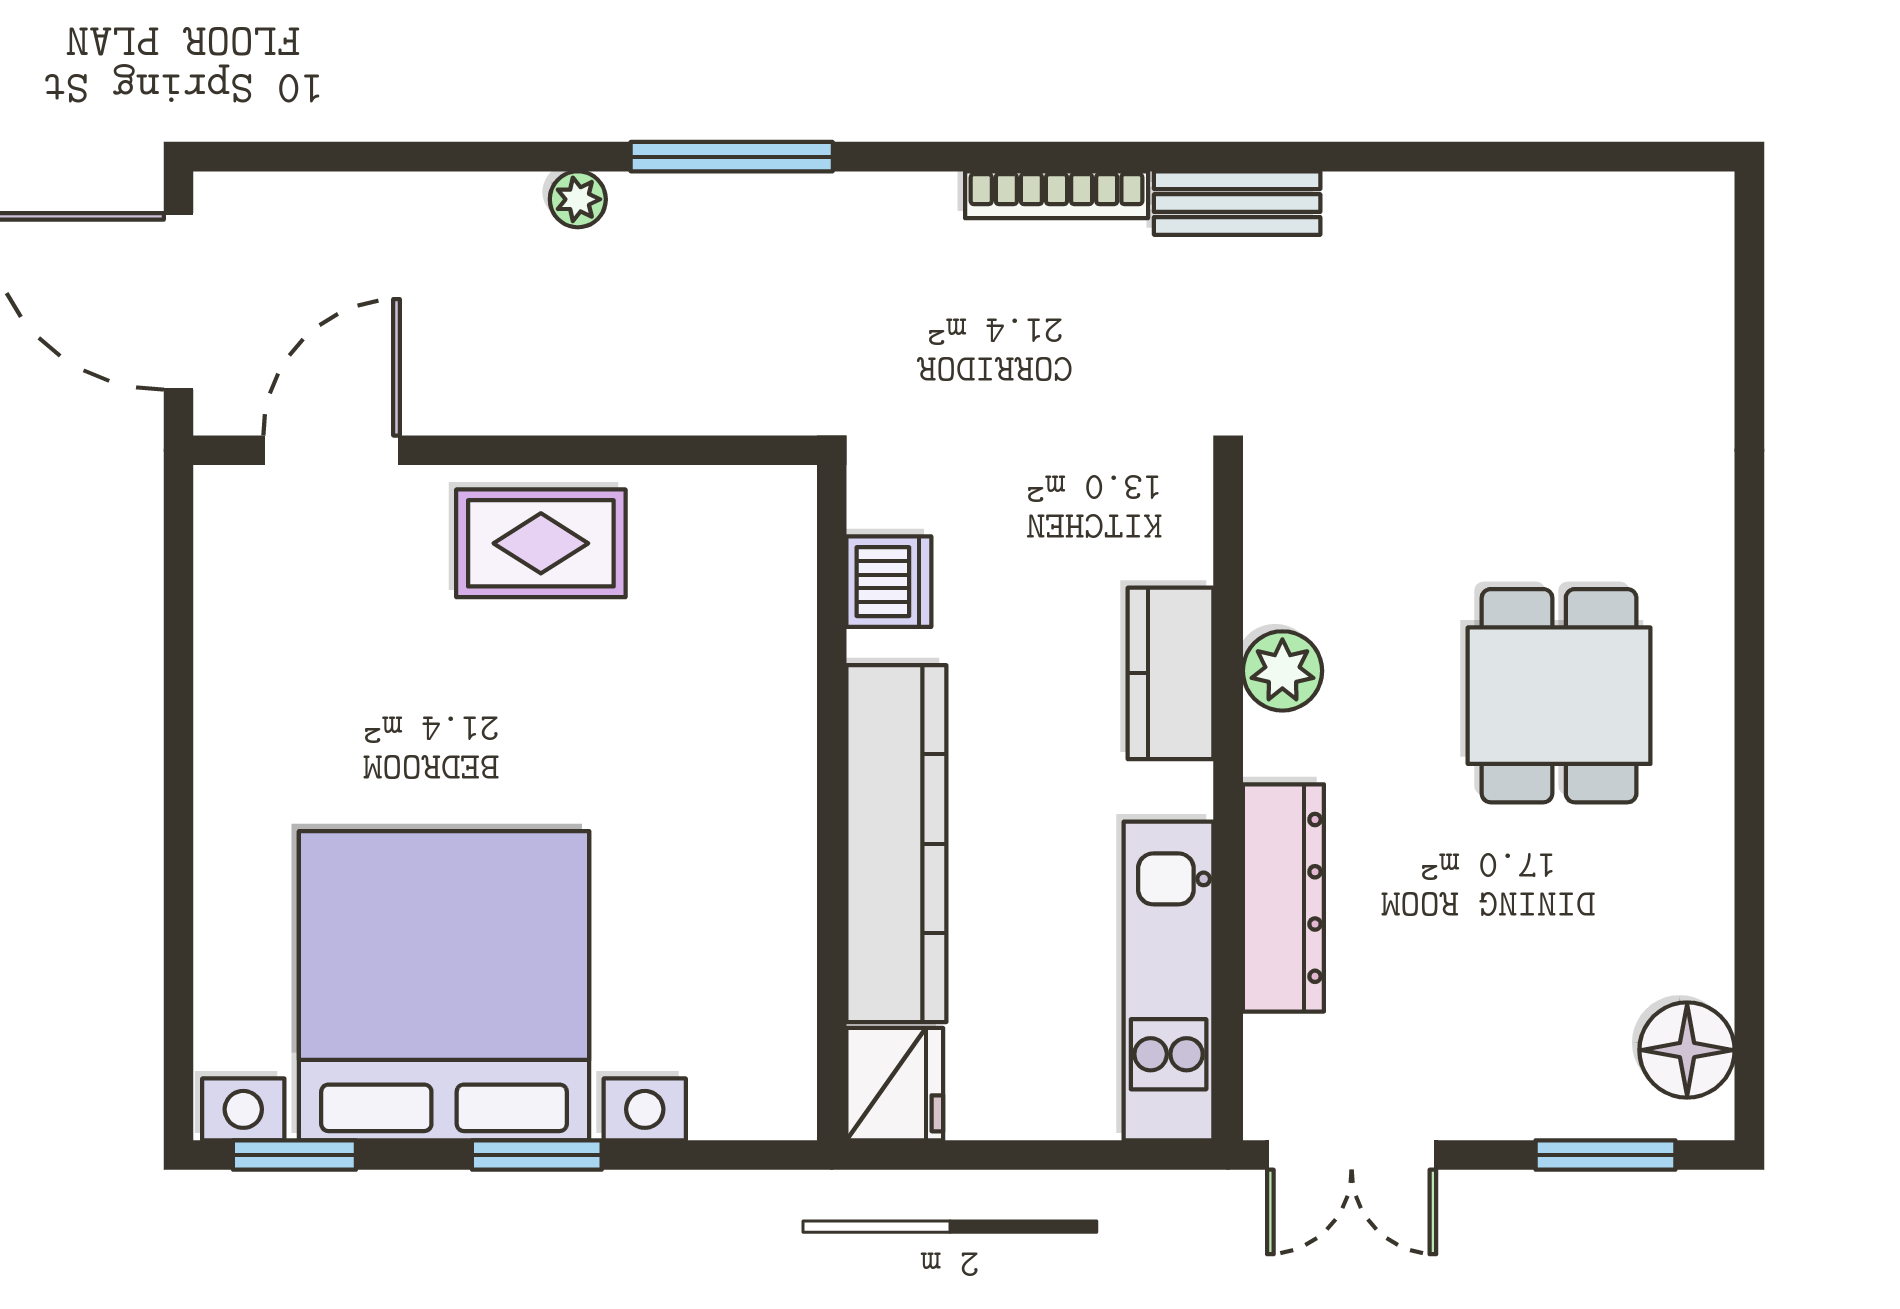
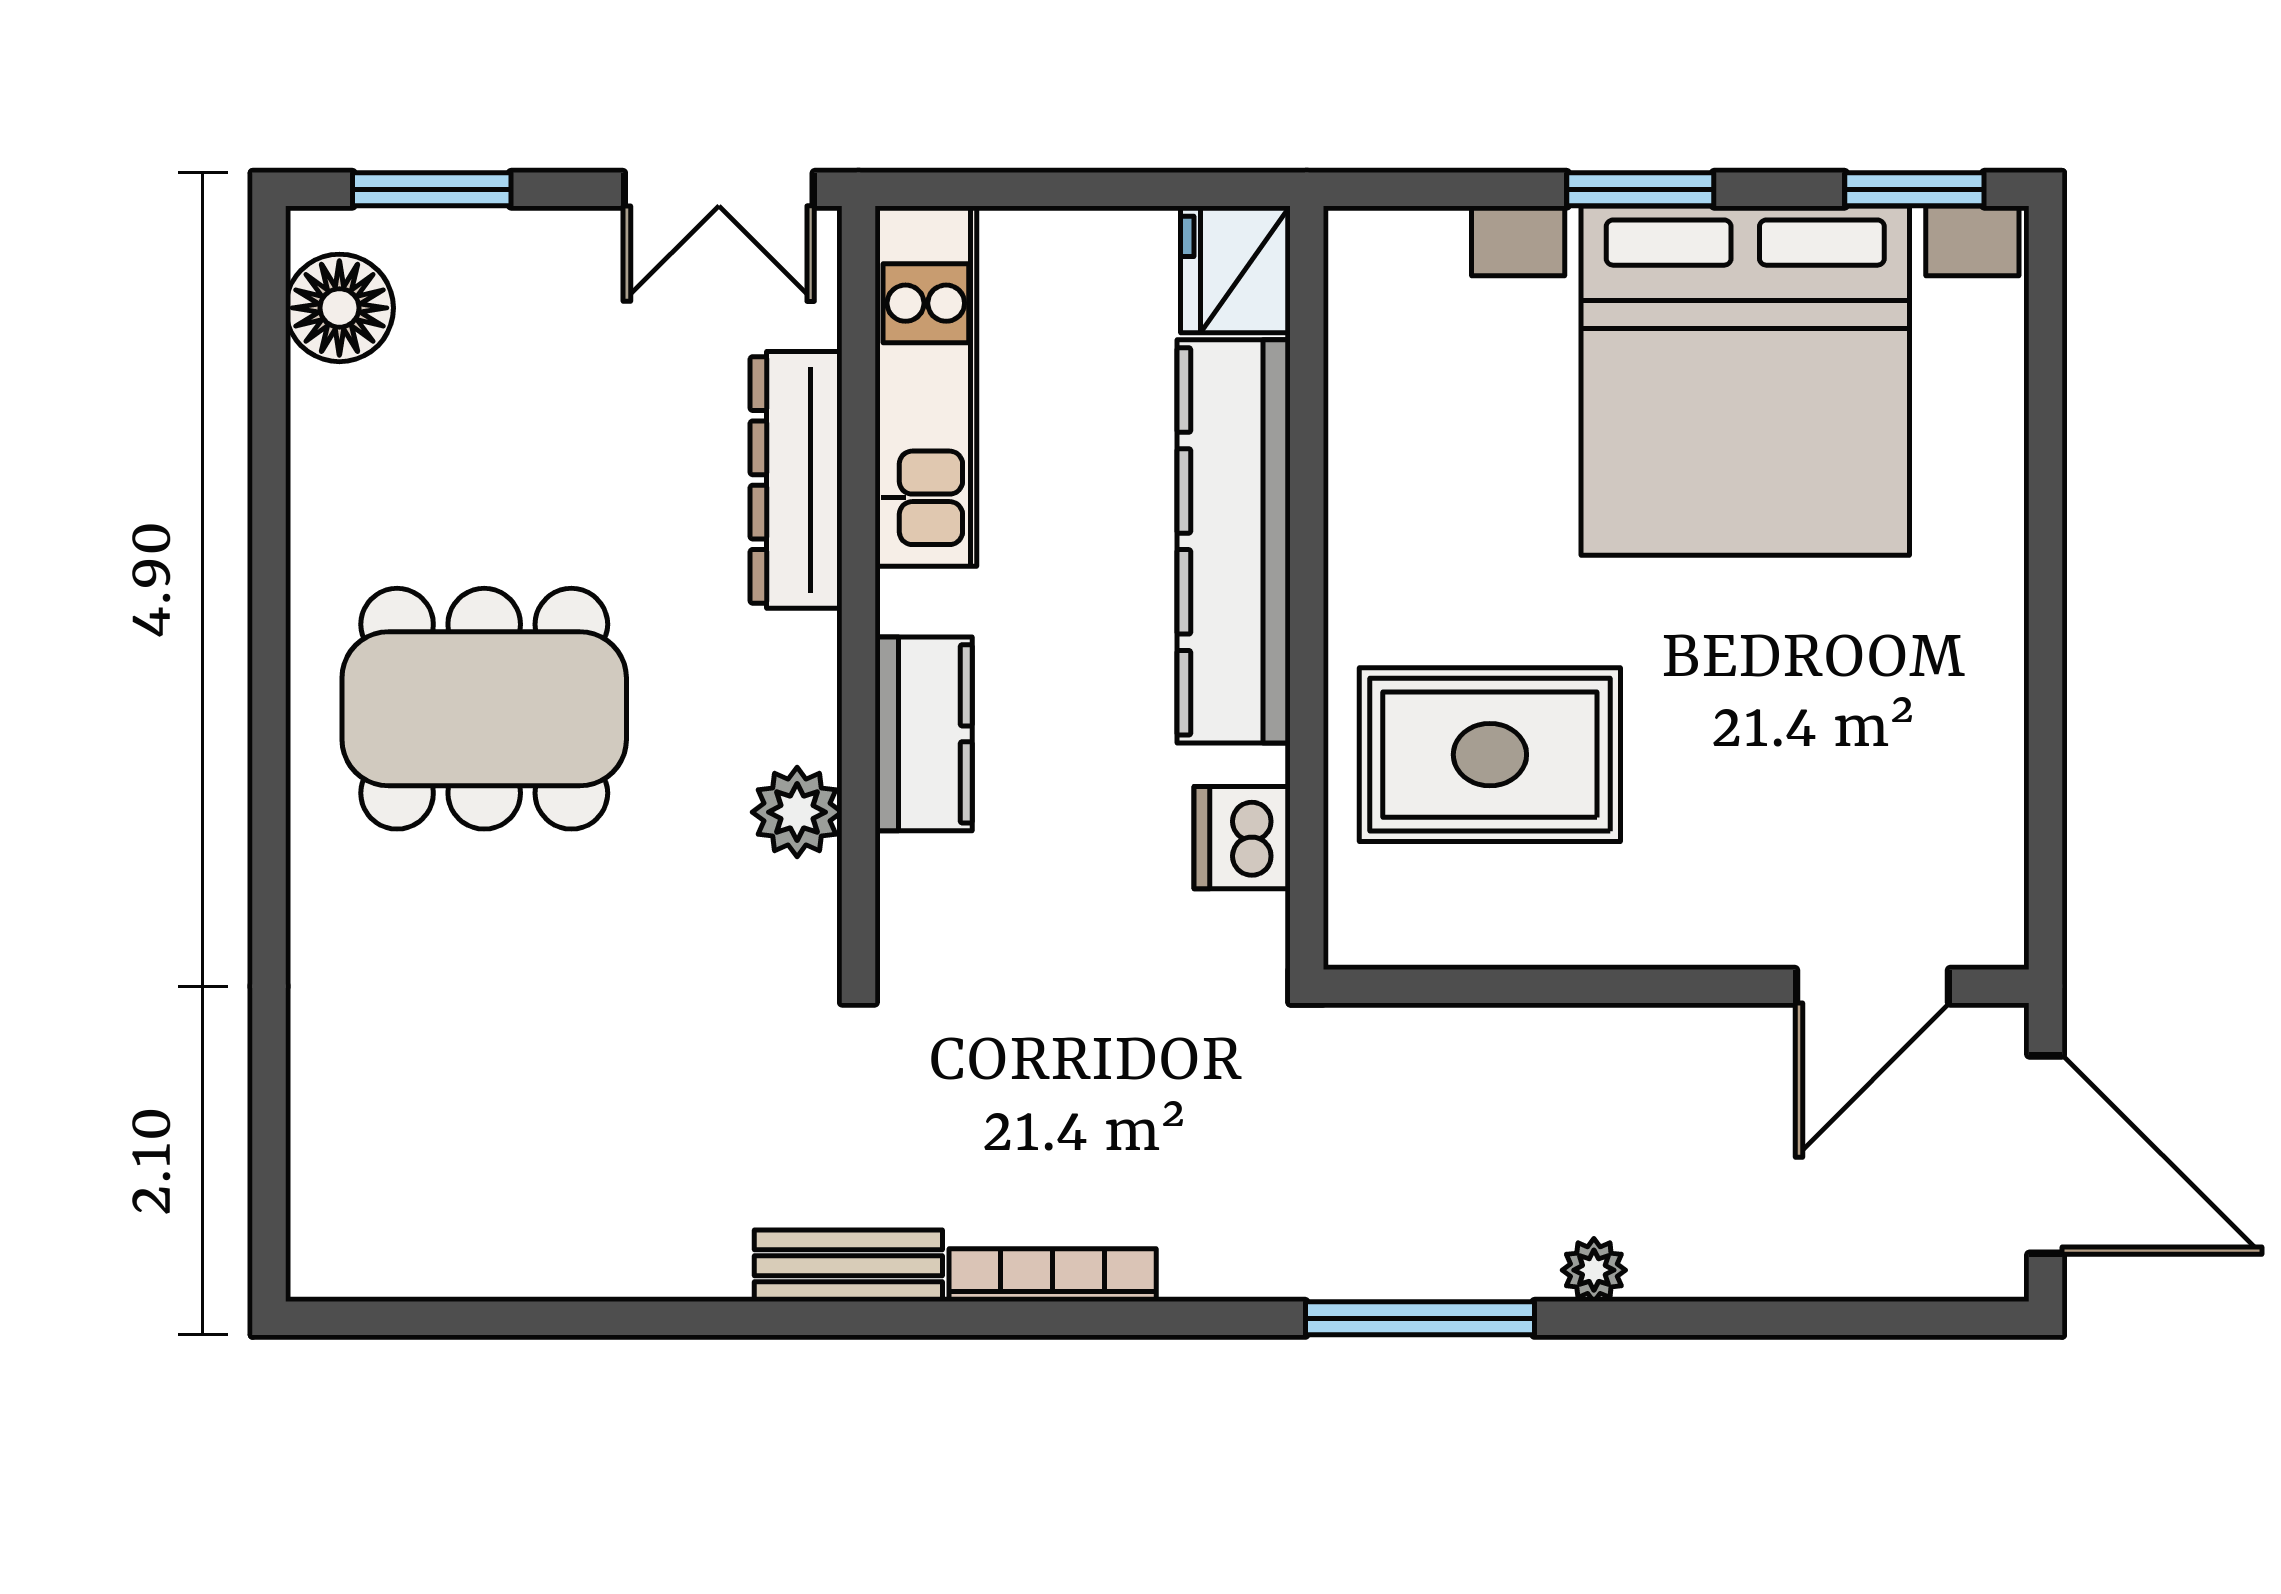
rug: (541, 543) -> (1490, 755), moved, width x1.36, depth x1.43
plant: (1282, 671) -> (797, 812), moved
dining table: (1559, 696) -> (484, 709), width x1.38
double door: (1352, 1155) -> (719, 189), swing flipped

